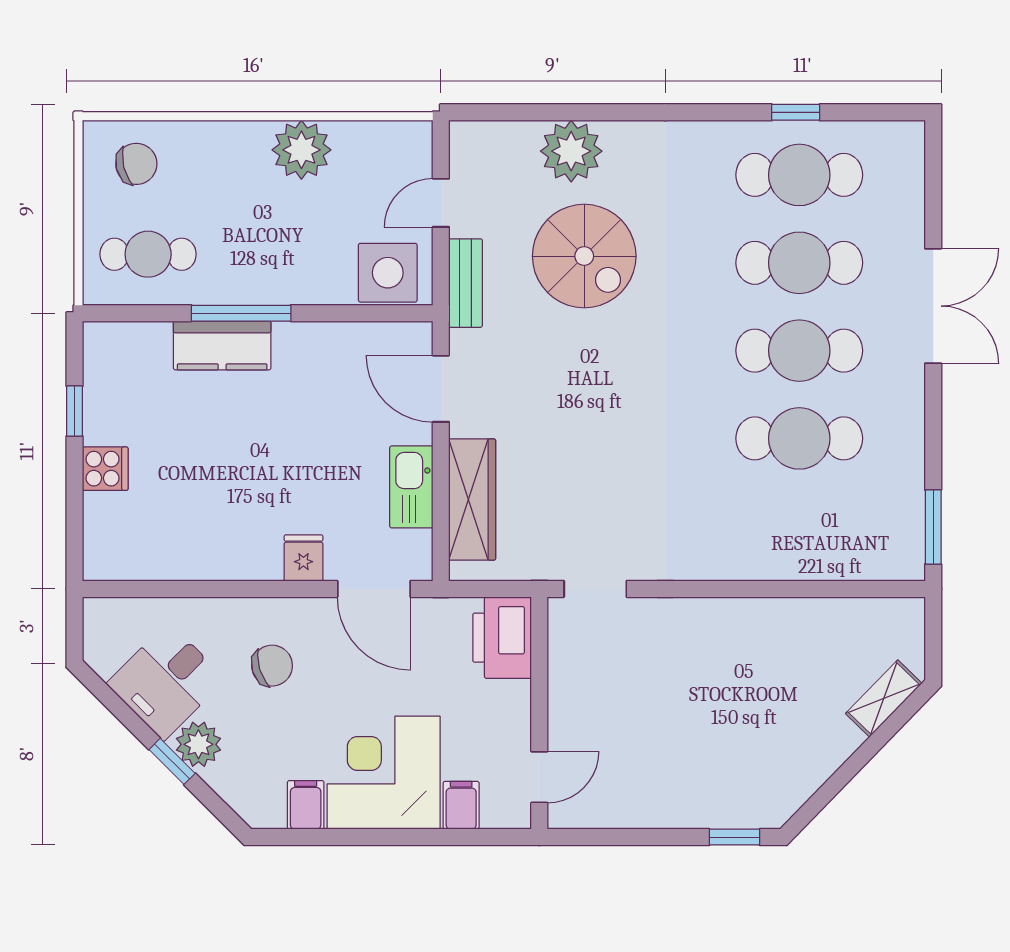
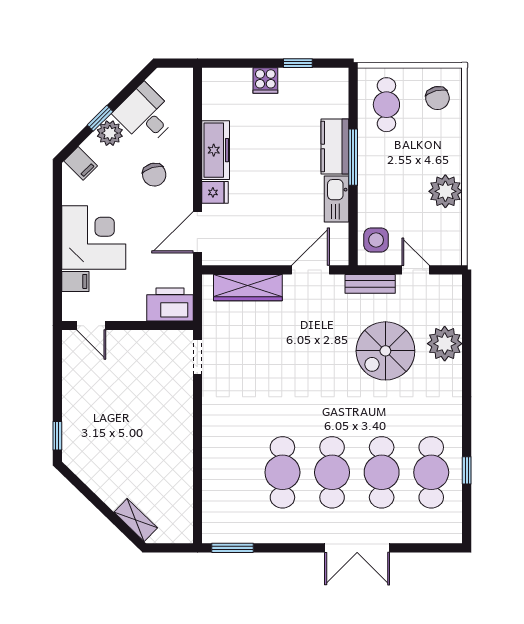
side table: (388, 273) -> (376, 240), width x0.73, depth x0.73
kitchen sink: (411, 487) -> (337, 199), moved, turned -90
freezer: (229, 557) -> (216, 150), added
filing cabinet: (306, 805) -> (81, 163), moved, turned 45

